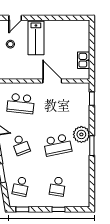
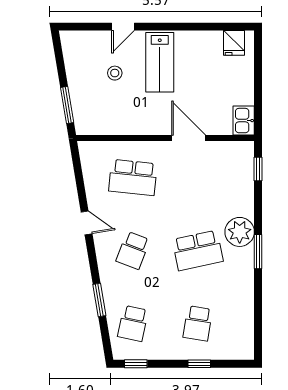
fridge: (78, 27) -> (234, 43), added
kitchen sink: (84, 60) -> (244, 121), moved
school desk: (21, 145) -> (133, 250), turned 42

